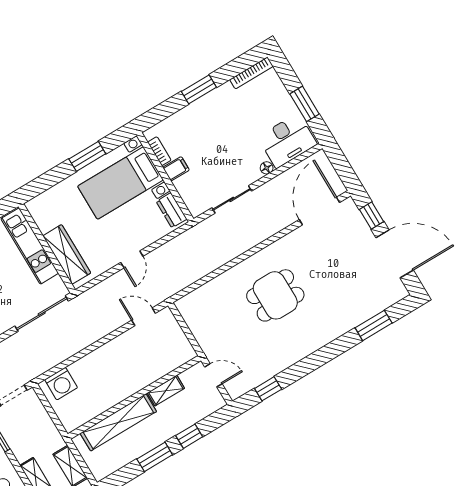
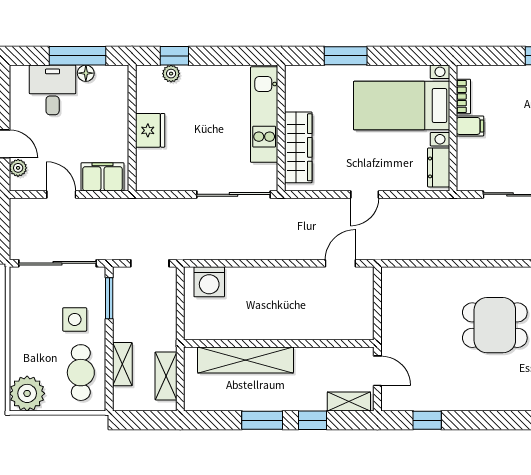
window: (87, 156) -> (346, 56), moved
door: (144, 317) -> (340, 263), hinge flipped
shelving: (166, 391) -> (349, 401), moved

